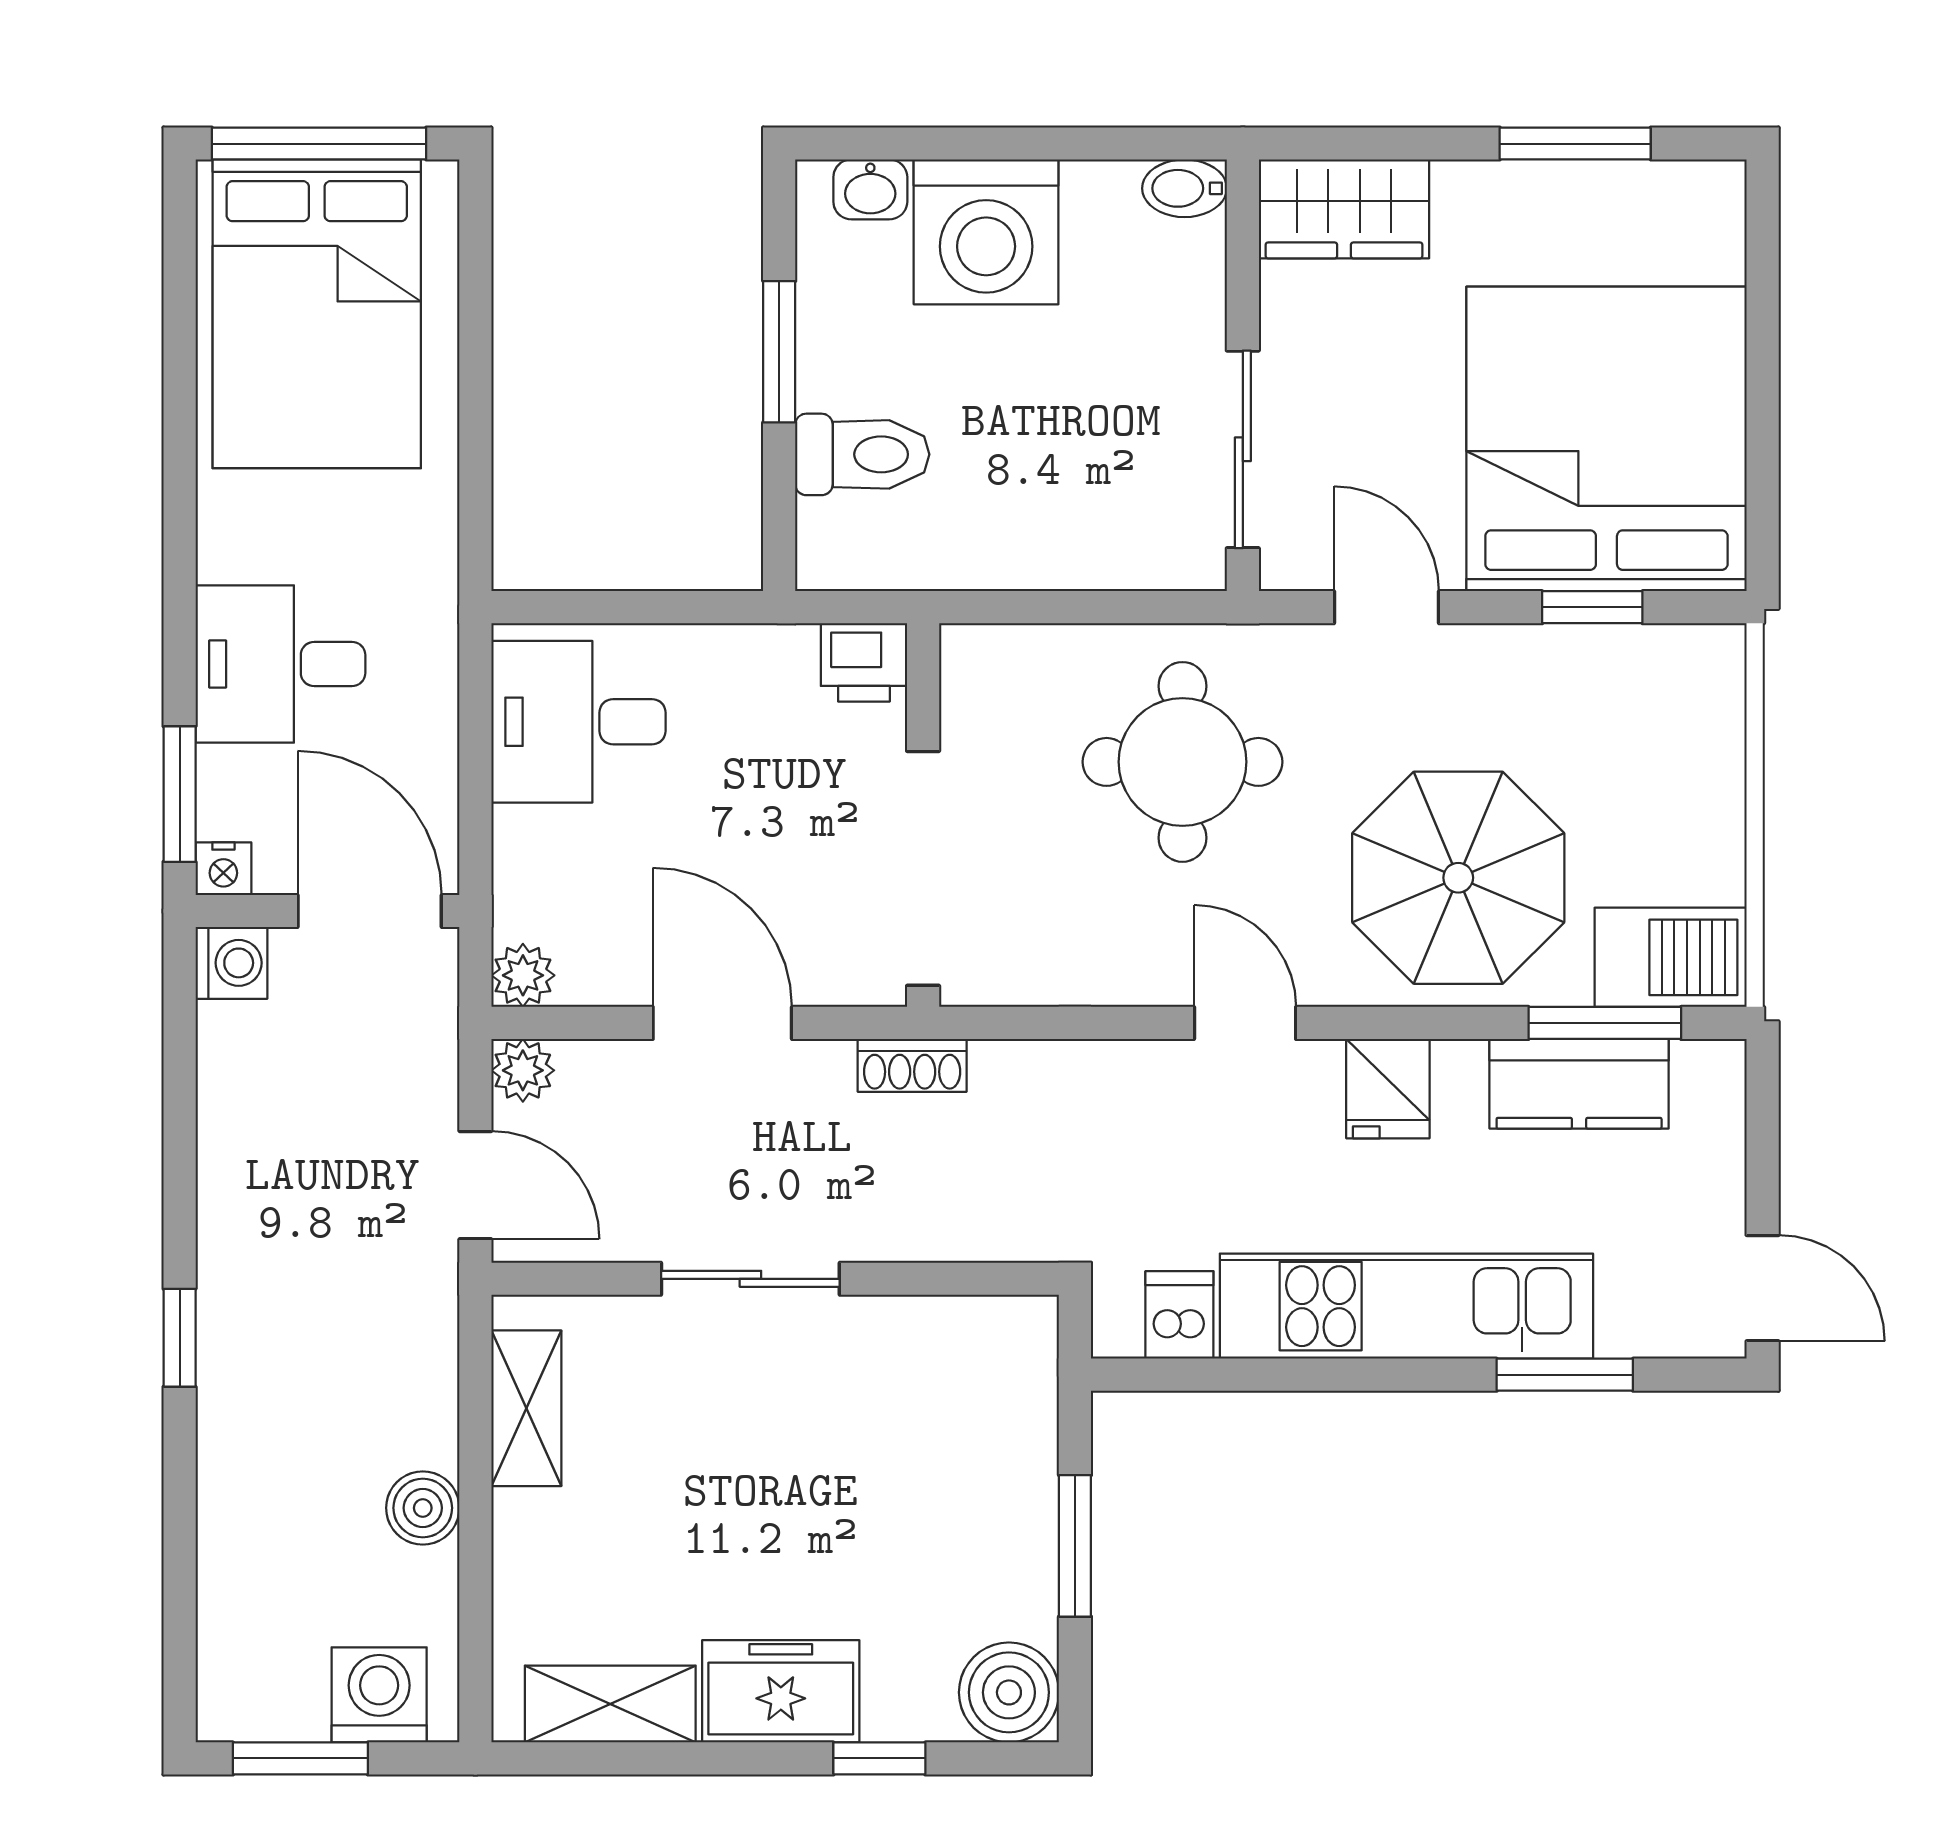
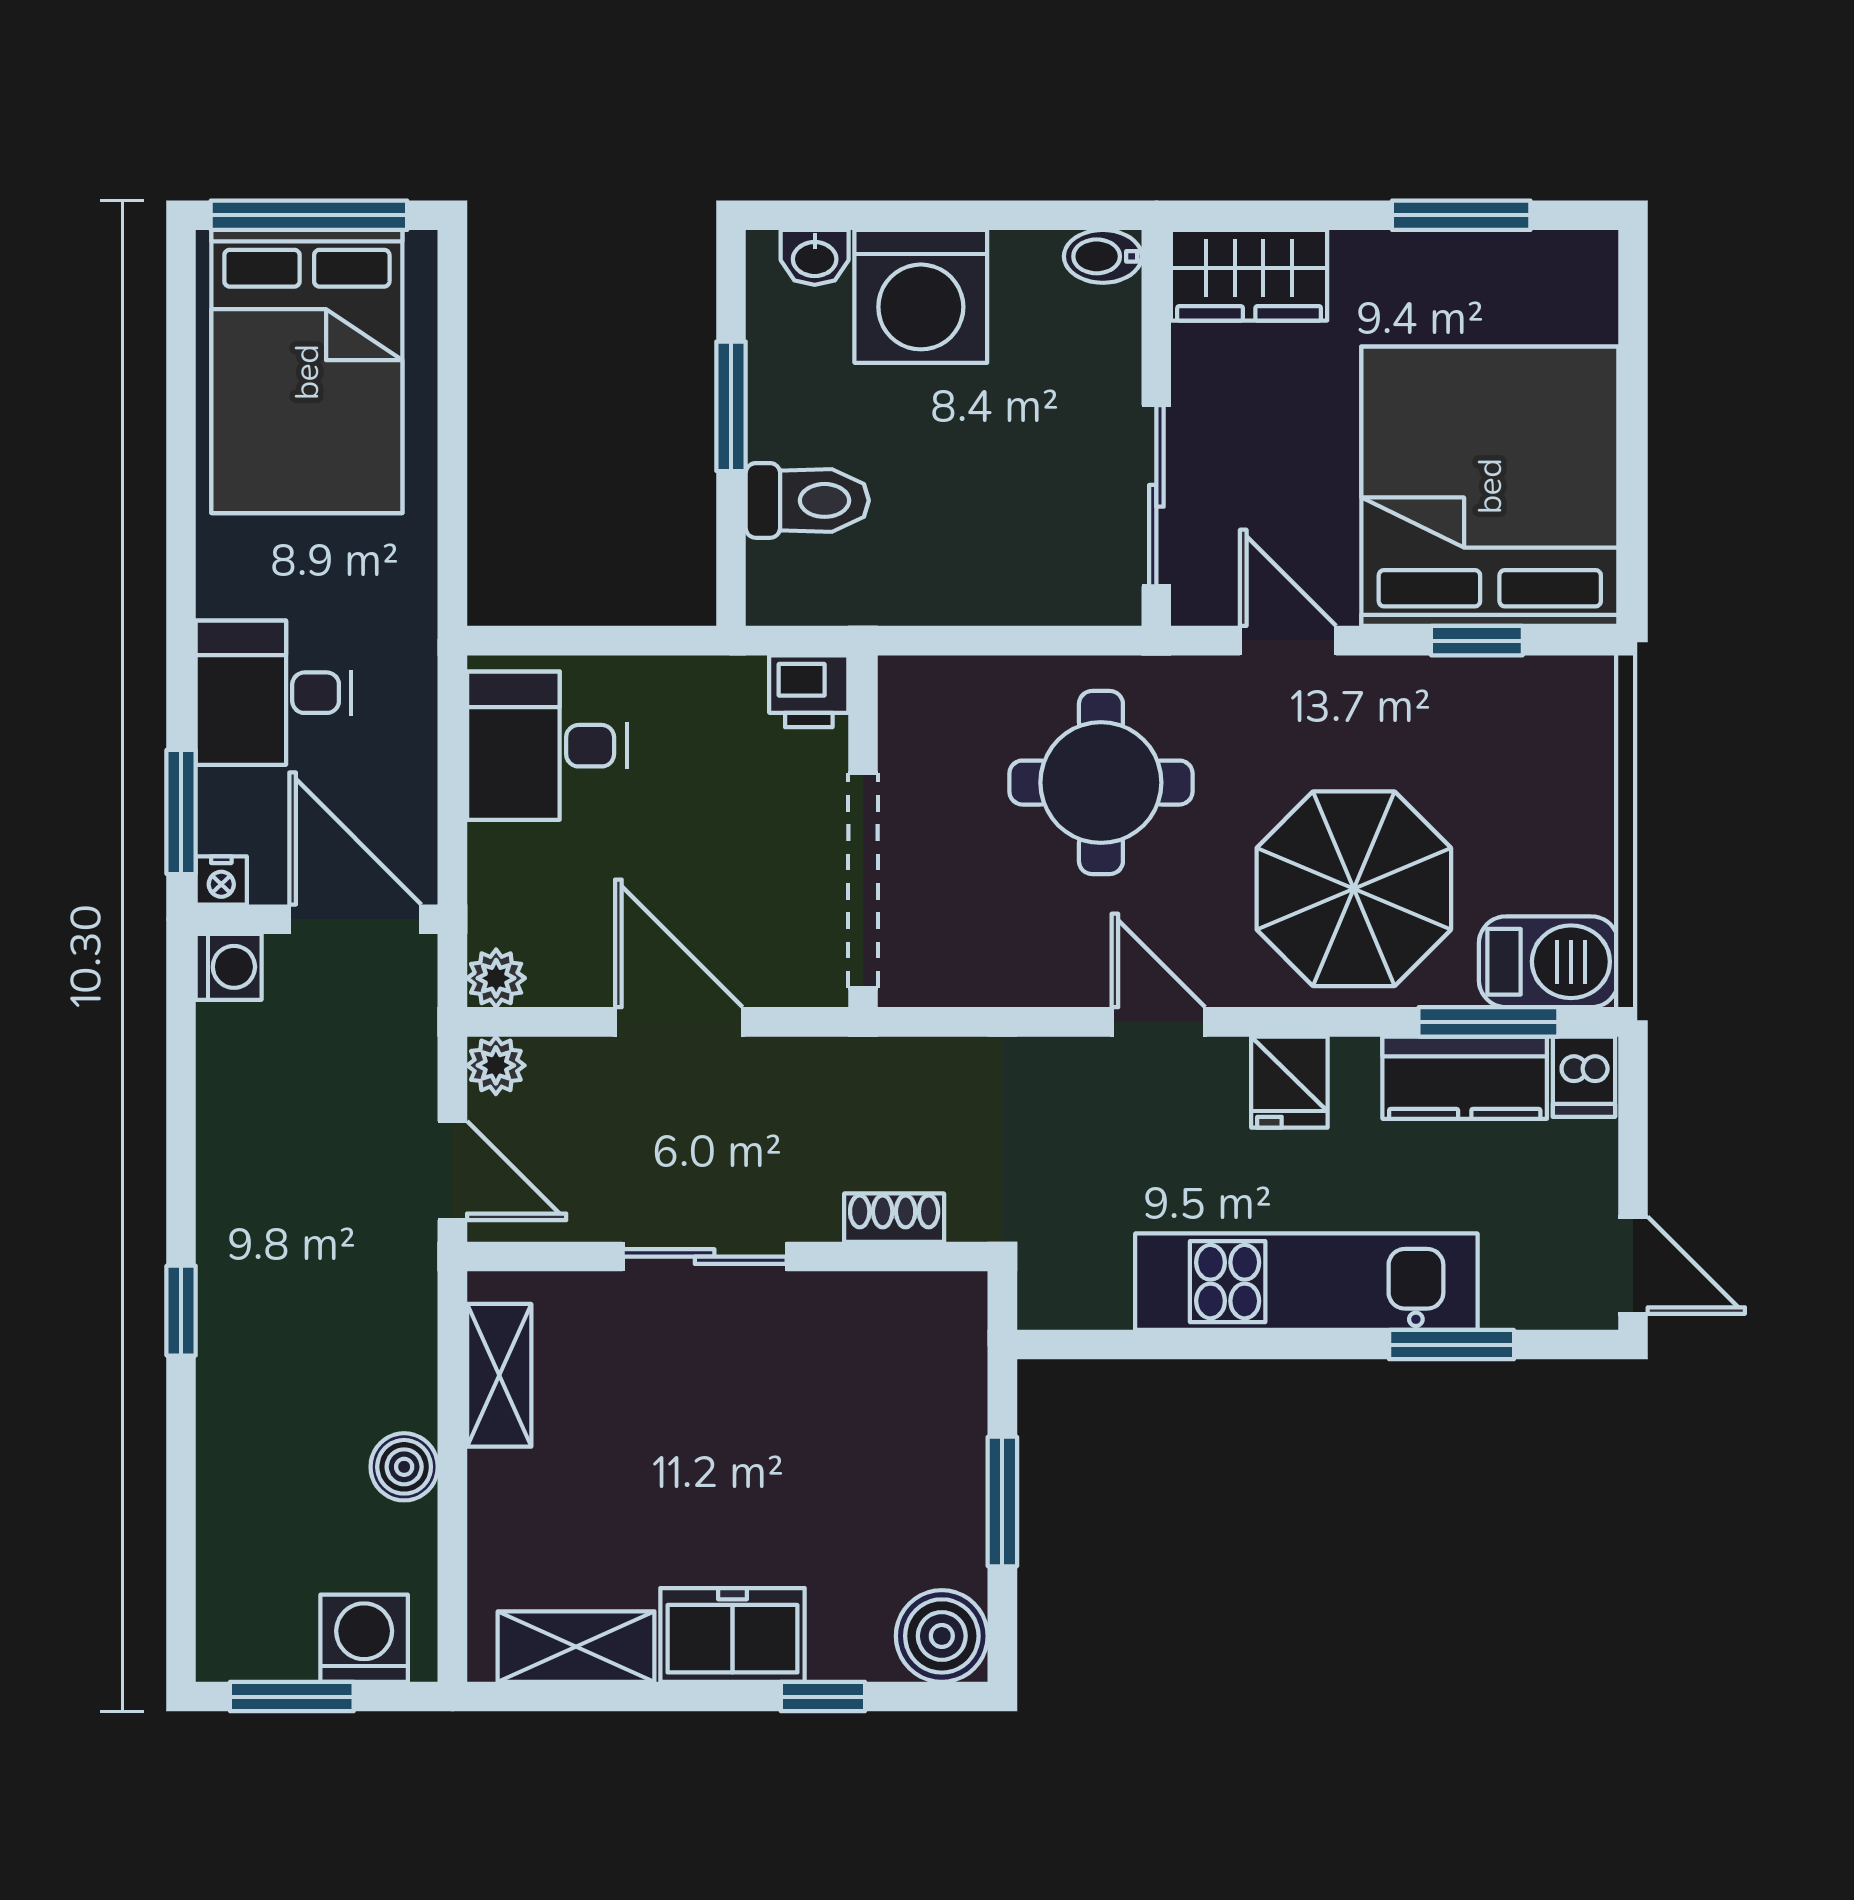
shoe rack: (912, 1065) -> (894, 1218), moved, turned 180
dishwasher: (1179, 1315) -> (1584, 1077), moved, turned 180

